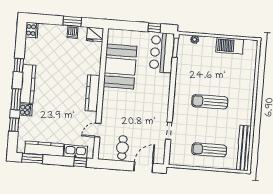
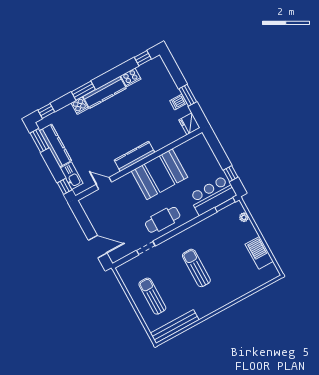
cooker: (32, 30) -> (131, 77), moved
window: (19, 65) -> (143, 58), moved
booth: (120, 66) -> (160, 174), moved
window: (14, 125) -> (46, 111), moved
cafe table: (122, 148) -> (163, 220), moved, width x1.37, depth x1.35

